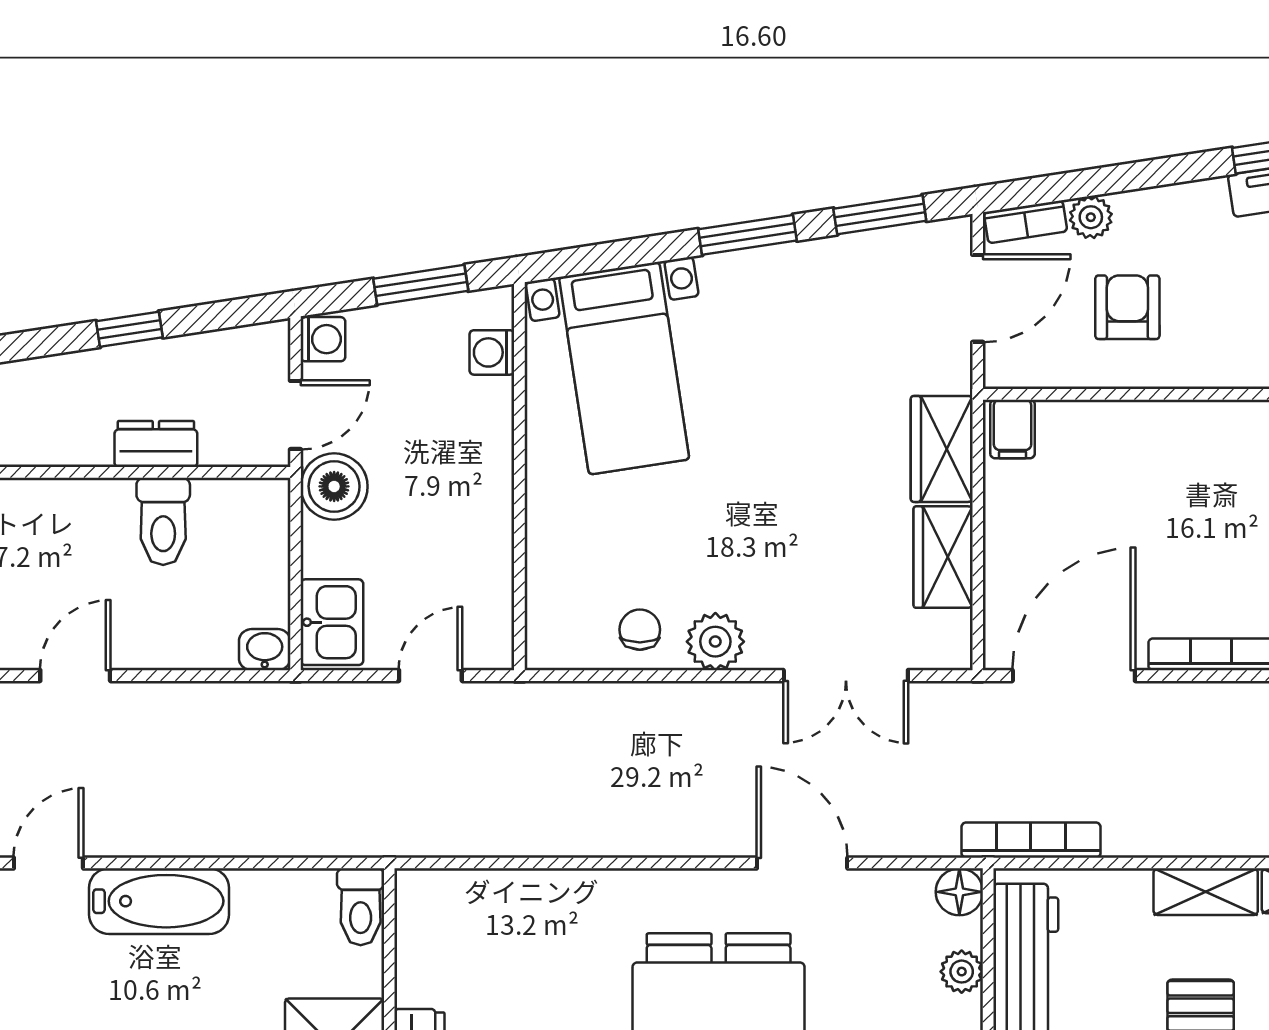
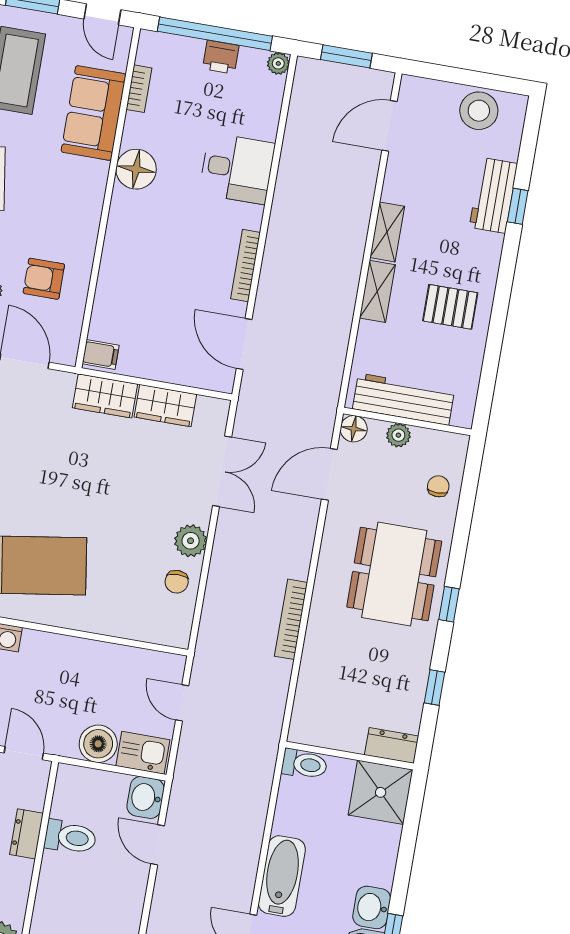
boiler: (334, 486) -> (98, 744), moved
chair: (640, 630) -> (177, 582), turned -90
washbasin: (265, 650) -> (146, 797), width x1.38, depth x1.45
door: (75, 676) -> (158, 845), moved
door: (1074, 676) -> (244, 344), width x0.73
bookcase: (1031, 840) -> (291, 619), moved
door: (802, 863) -> (329, 474), moved

